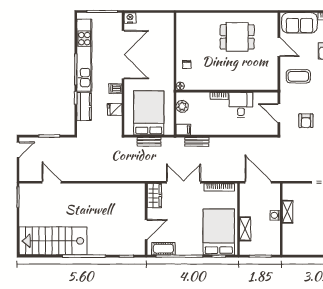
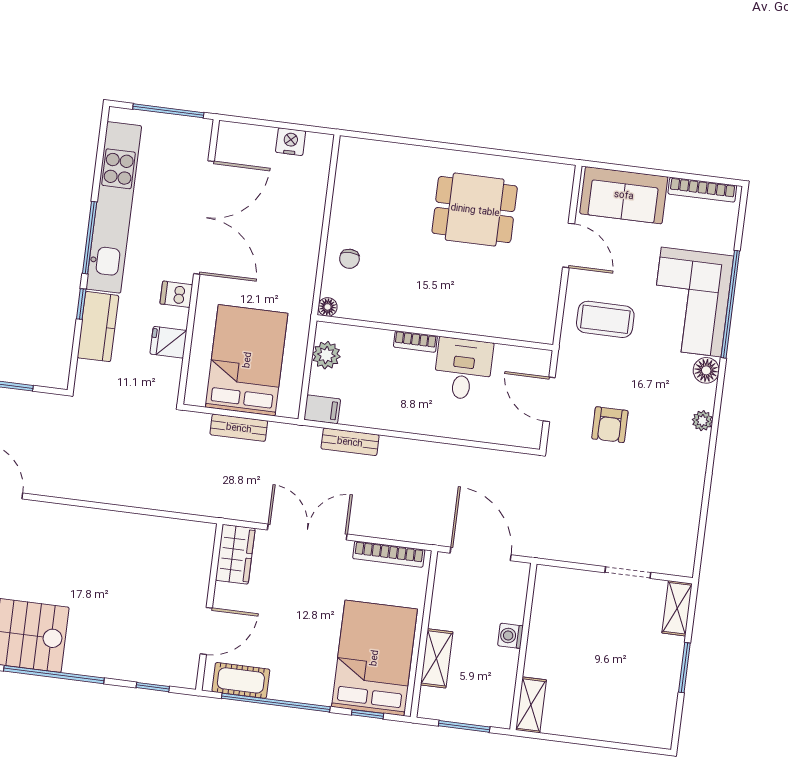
nightstand: (130, 18) -> (291, 142), moved
shelving: (287, 212) -> (531, 705), moved

